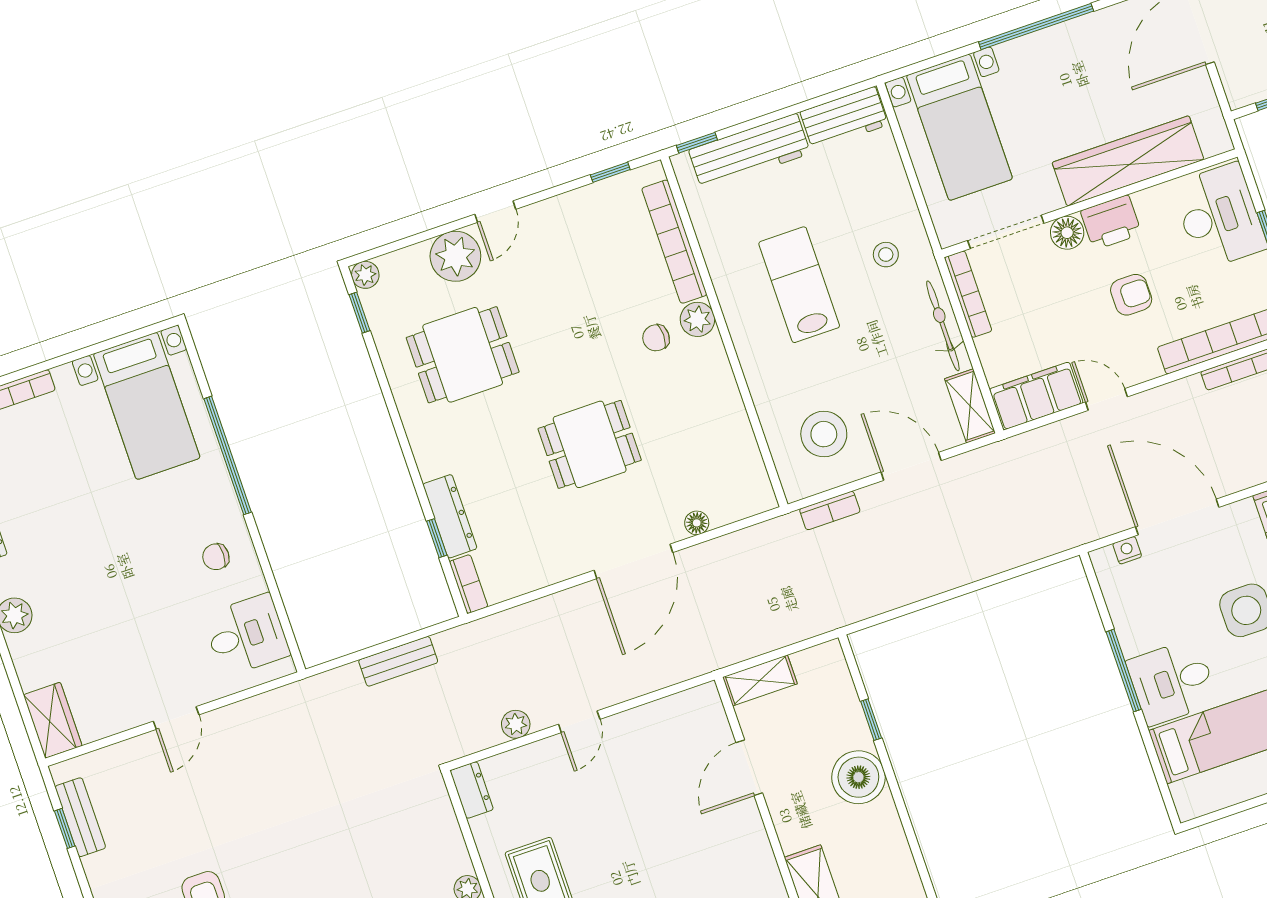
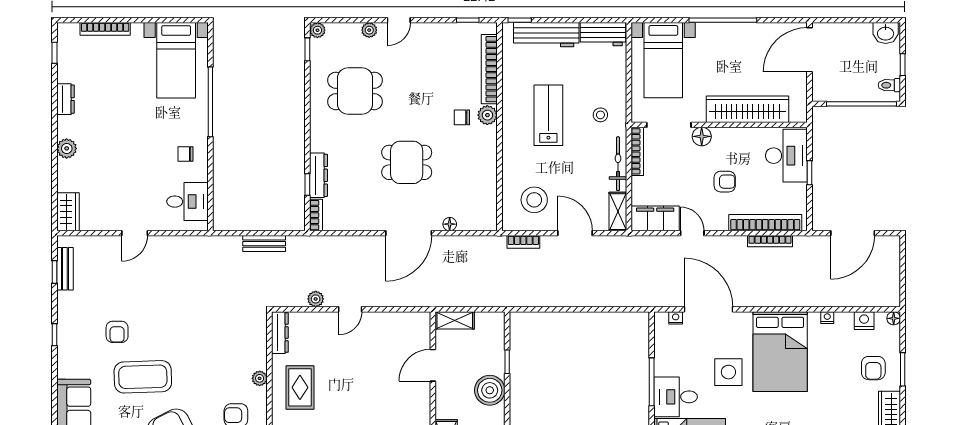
printer: (1111, 222) -> (727, 139), removed
plant: (455, 256) -> (369, 30), width x0.53, depth x0.53
dresser: (472, 790) -> (280, 333), width x1.44

